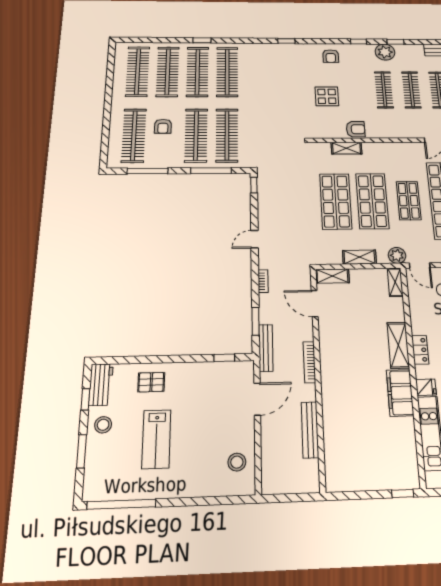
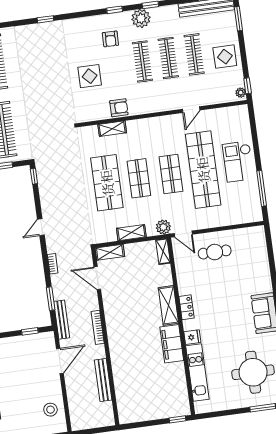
armchair: (331, 56) -> (110, 39), moved
shop shelf: (372, 201) -> (139, 178), width x0.70, depth x0.74

